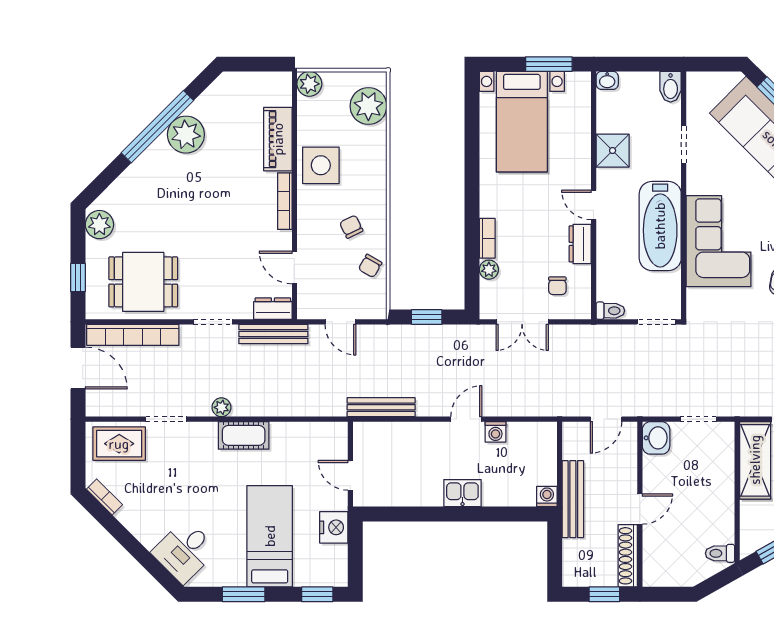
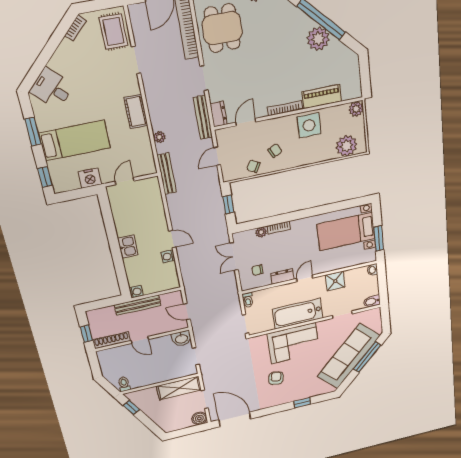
plant: (221, 407) -> (159, 137), moved
bench: (381, 407) -> (167, 174), moved

